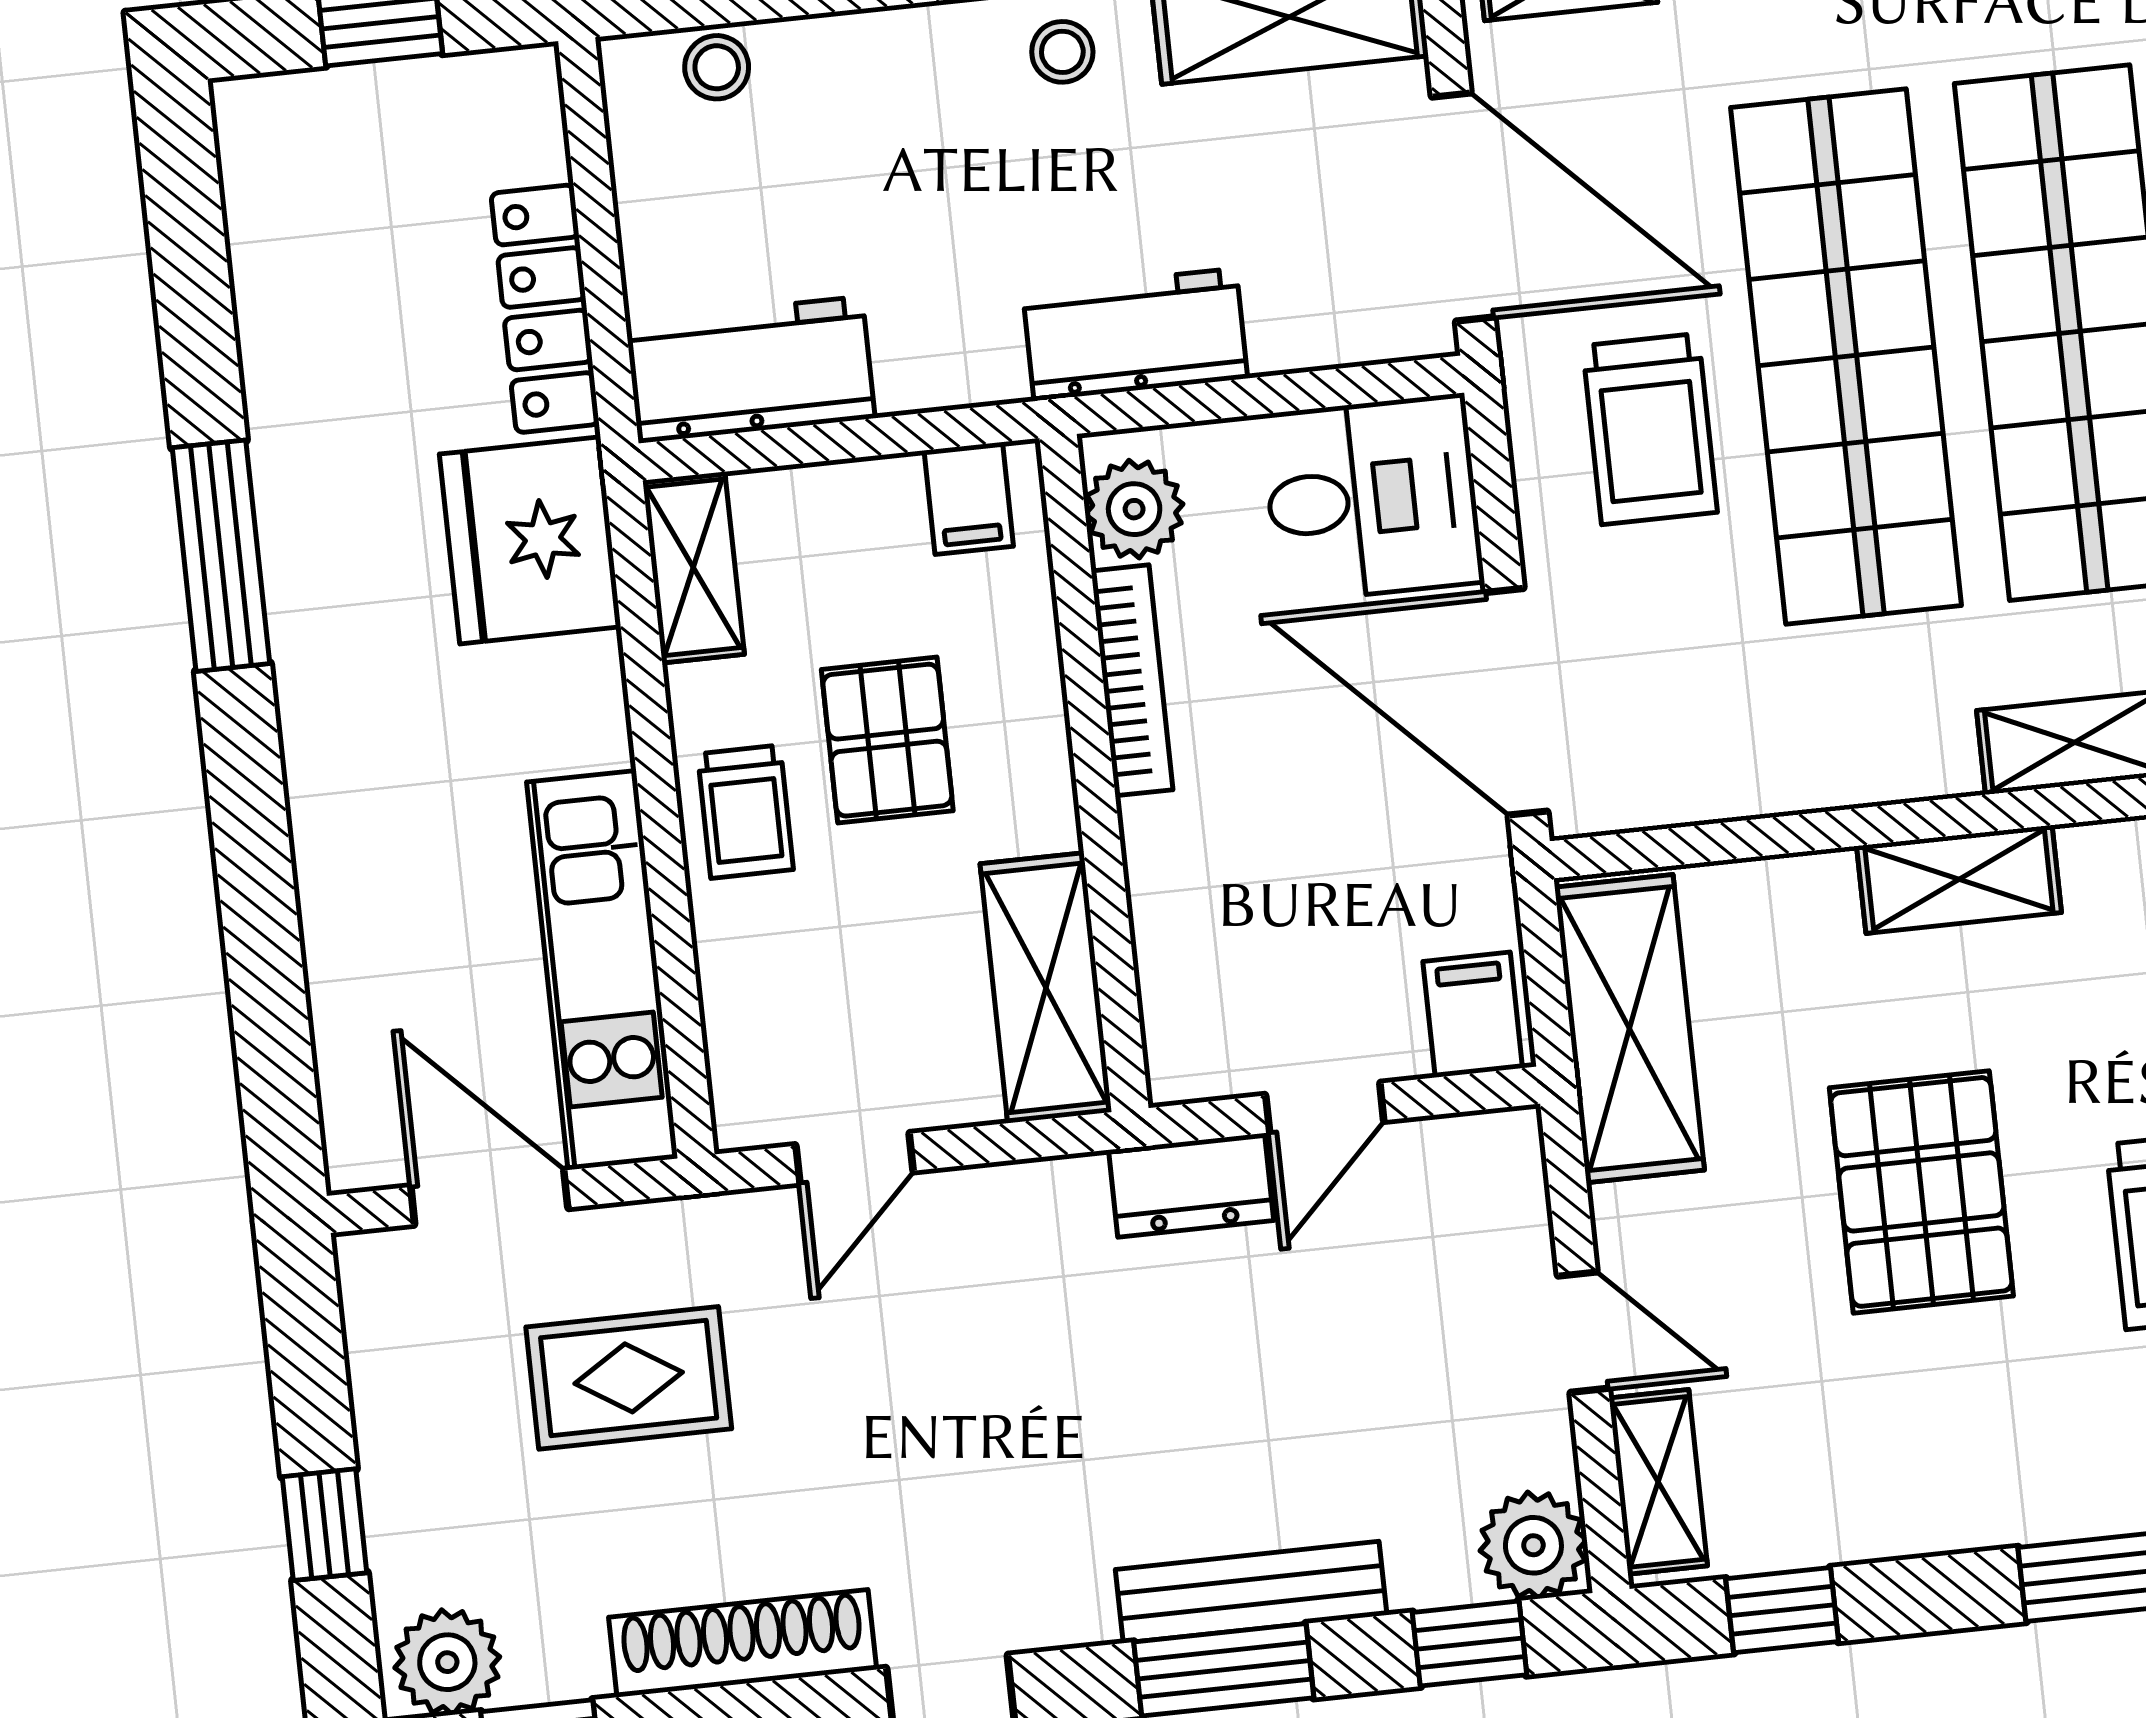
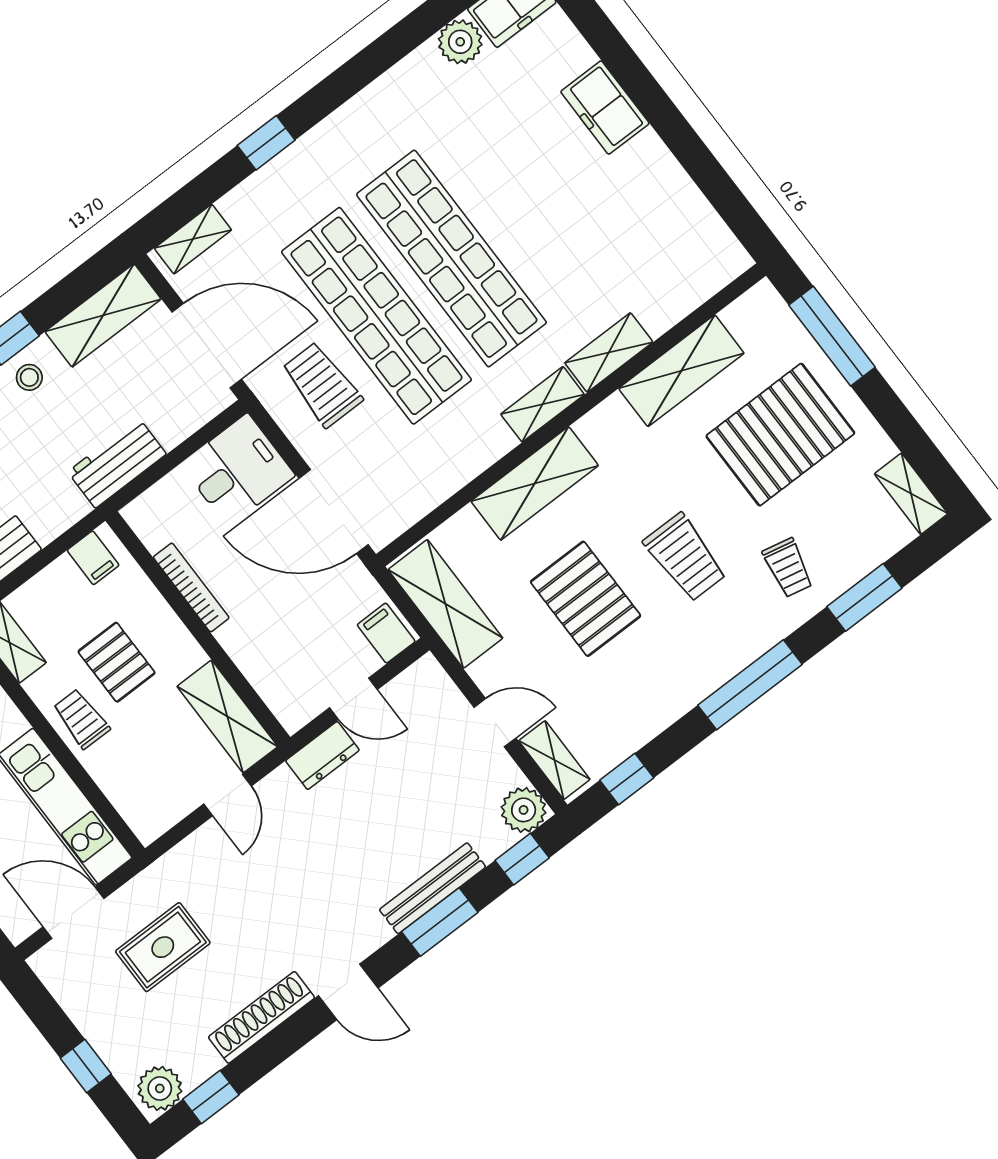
trolley: (1650, 429) -> (322, 385), turned 180
plant: (1134, 509) -> (155, 526), removed
trolley: (745, 812) -> (81, 719), turned 180
shelving: (1959, 879) -> (535, 483), width x1.50, depth x1.33
door: (1325, 1108) -> (353, 699), hinge flipped
door: (854, 1158) -> (228, 795), moved

